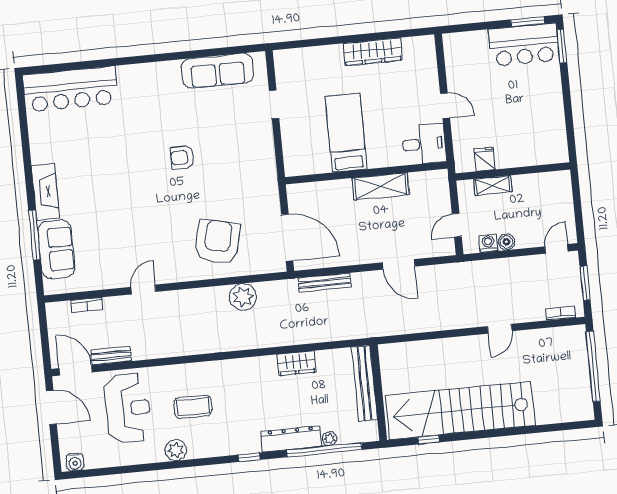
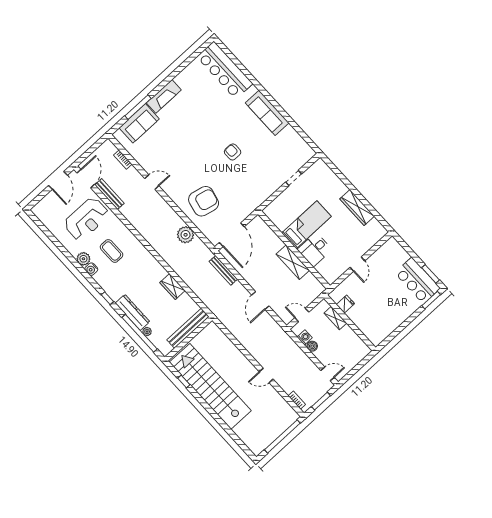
sofa: (217, 71) -> (267, 113), moved
desk: (424, 144) -> (315, 250), moved, turned 90
bench: (111, 356) -> (110, 194), width x1.36
water cooler: (75, 462) -> (91, 269), moved

